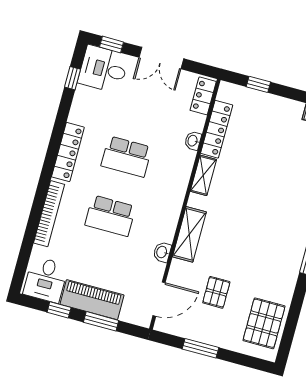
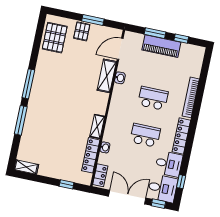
double door: (161, 58) -> (127, 197), width x1.37
shelving: (189, 234) -> (107, 76), moved
desk: (46, 280) -> (169, 164), moved, turned 90
pallet: (216, 292) -> (82, 31), moved

